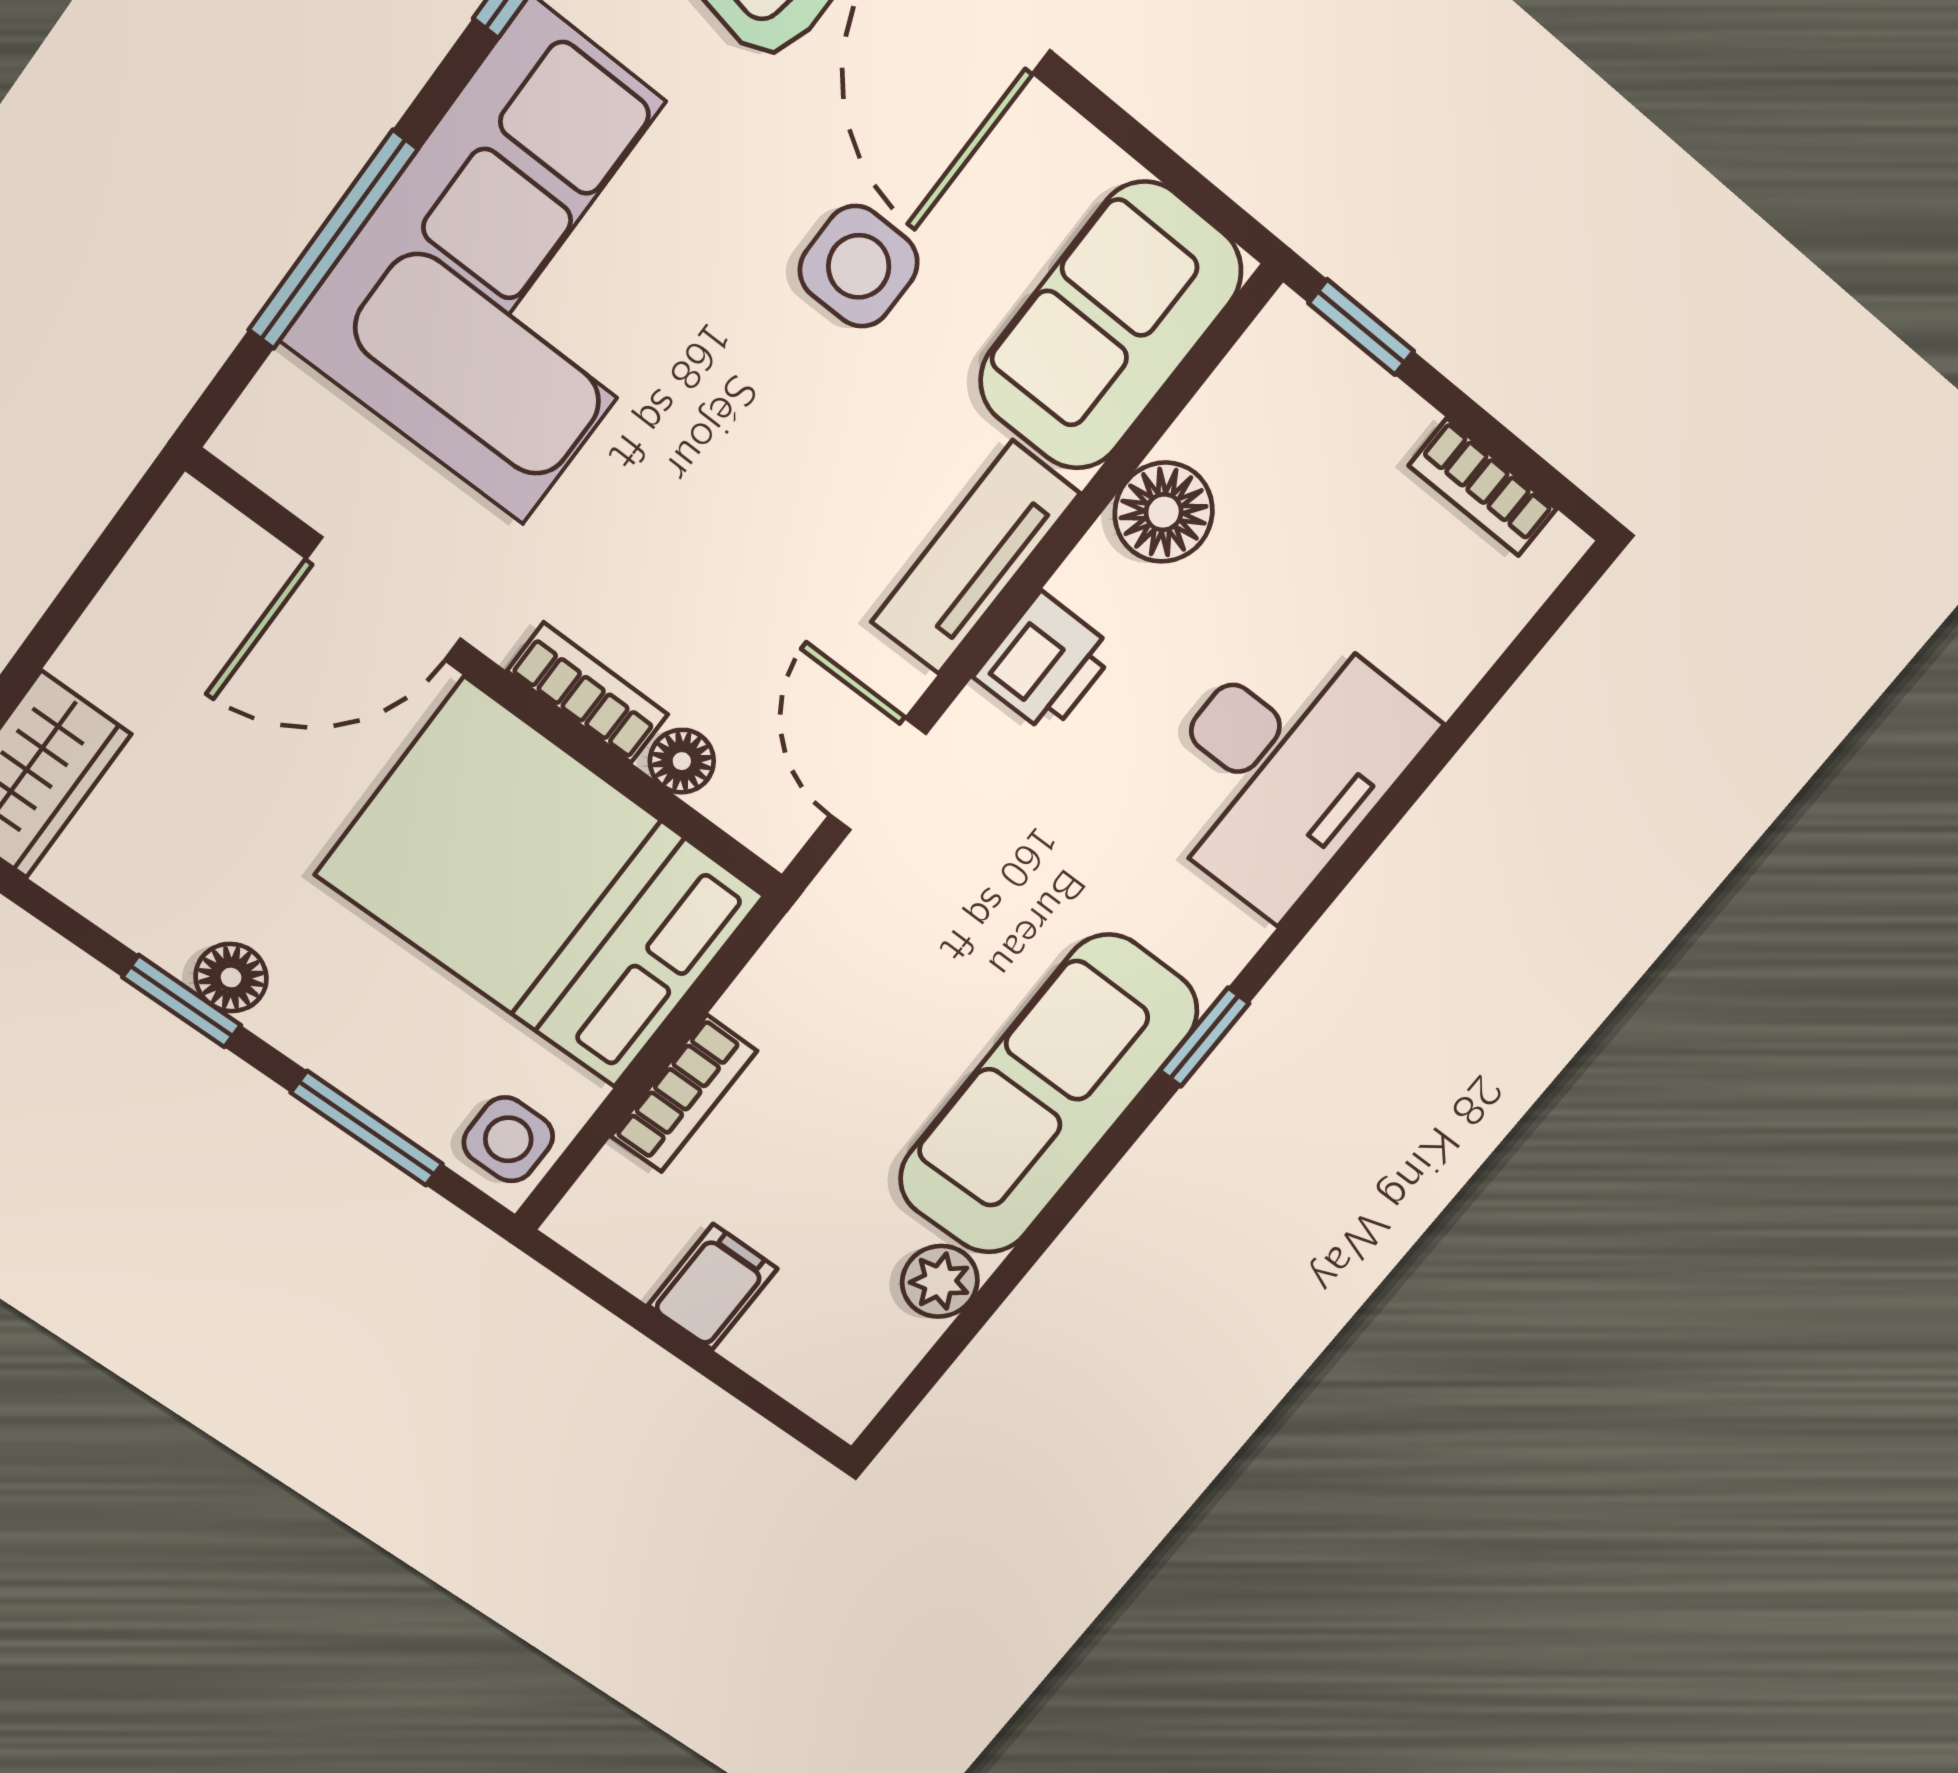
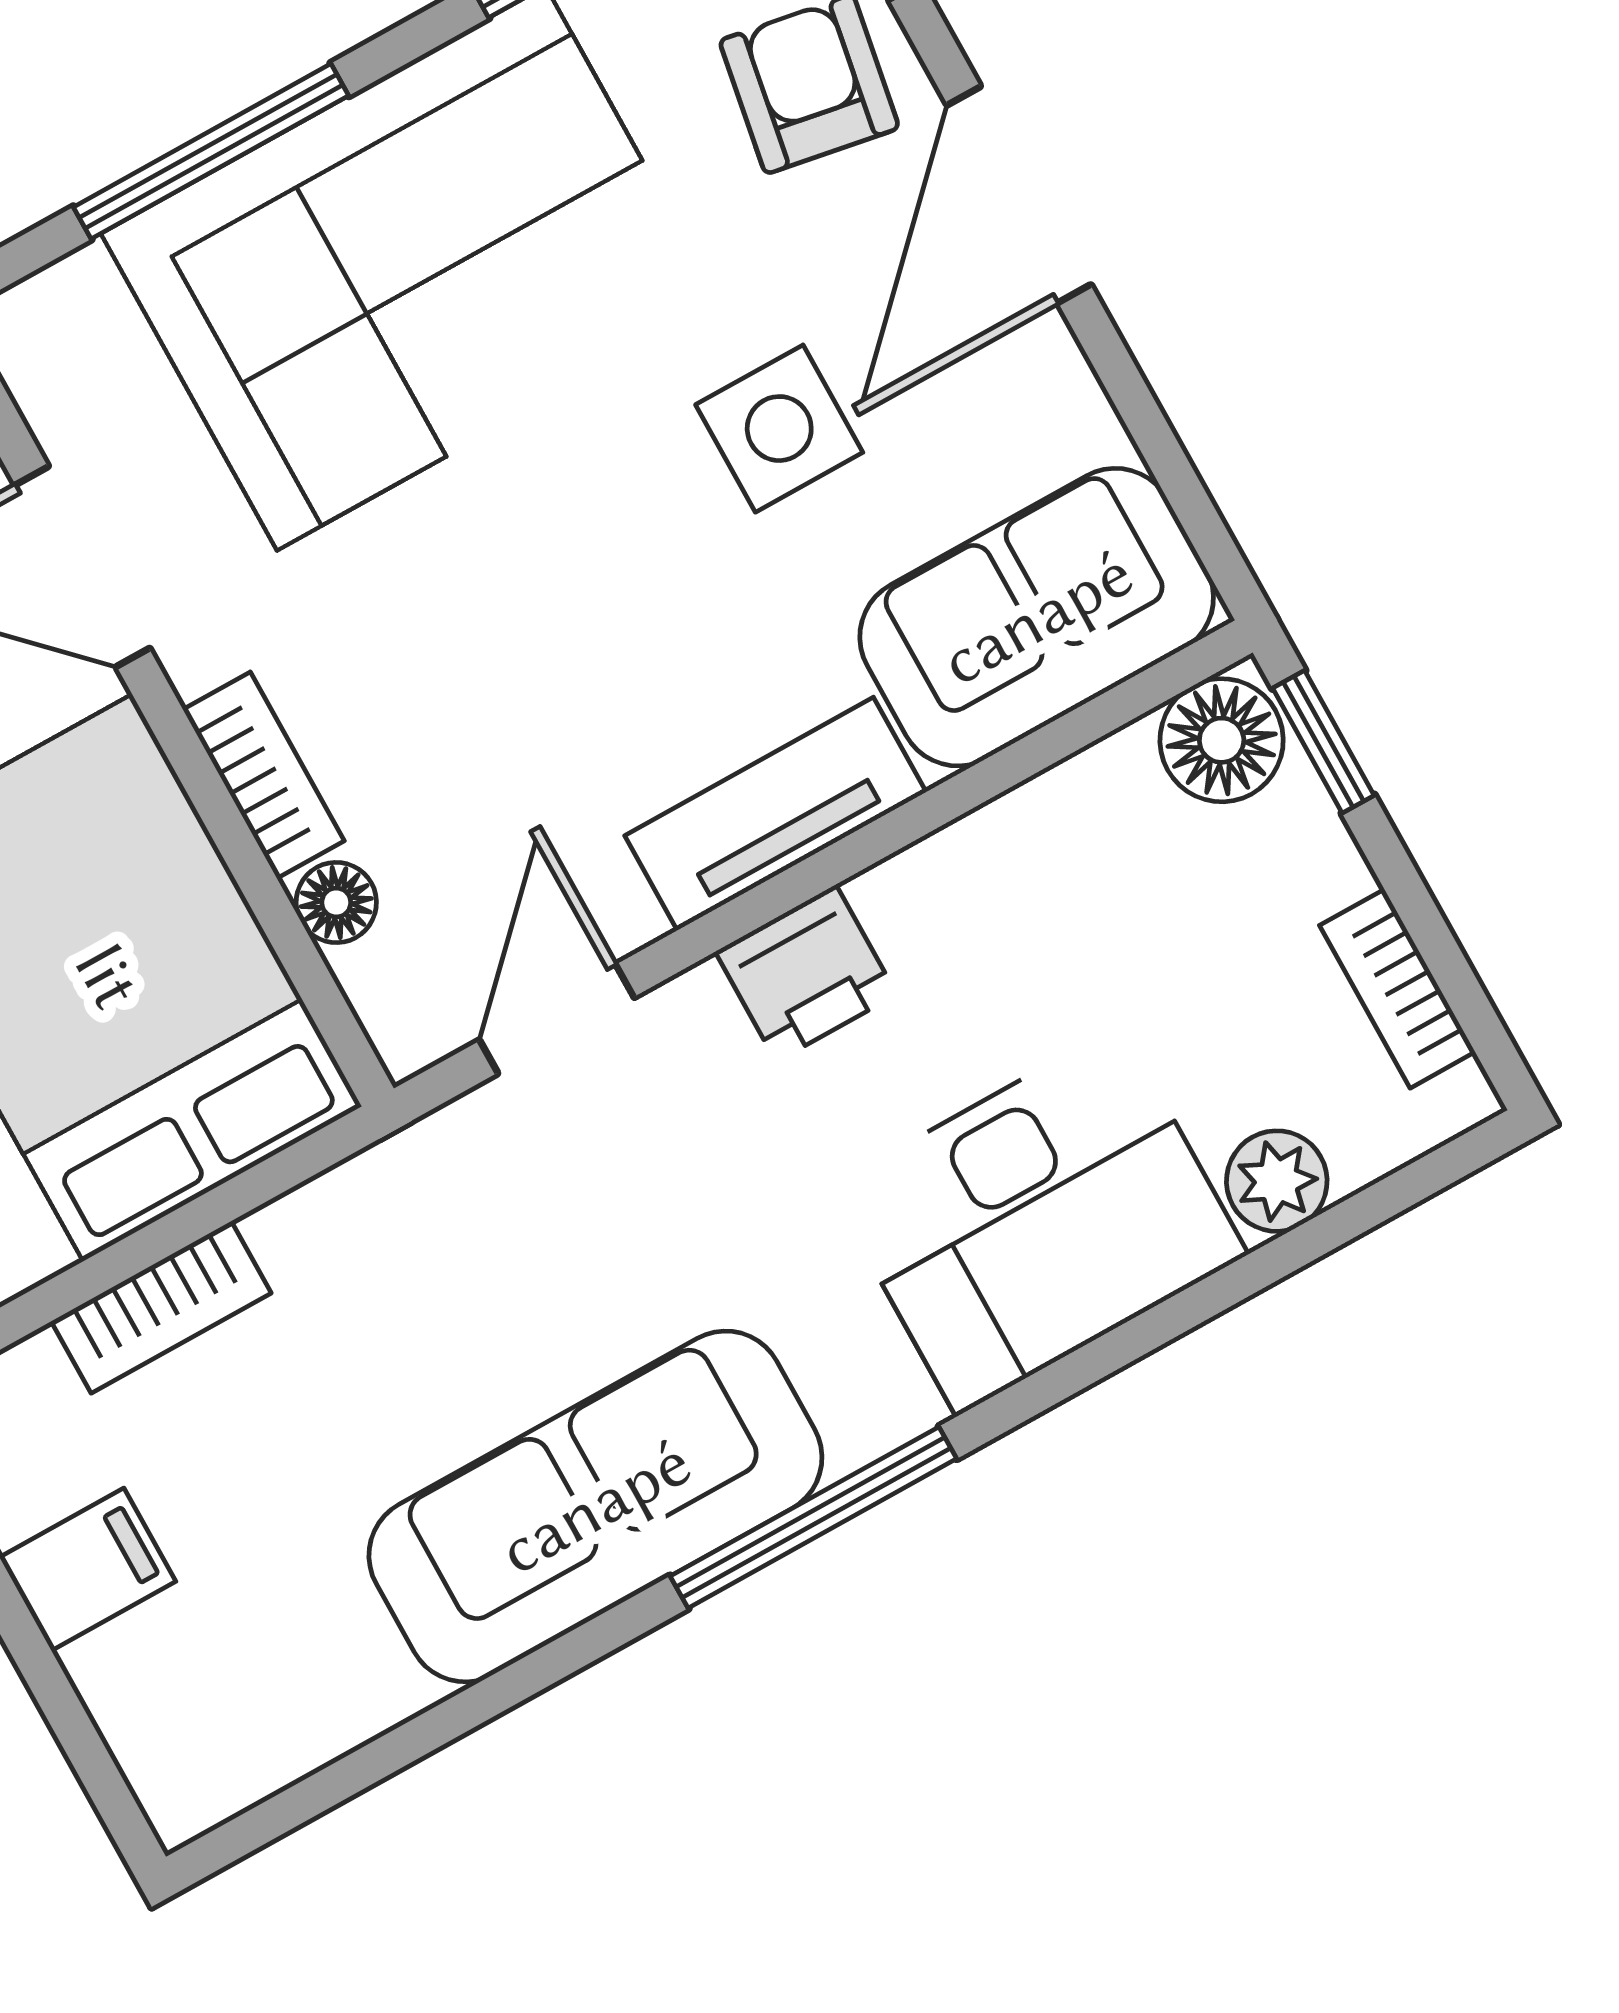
floor lamp: (1164, 512) -> (1222, 740), moved
window: (1204, 1037) -> (813, 1517), width x2.17
plant: (940, 1281) -> (1277, 1181), moved

